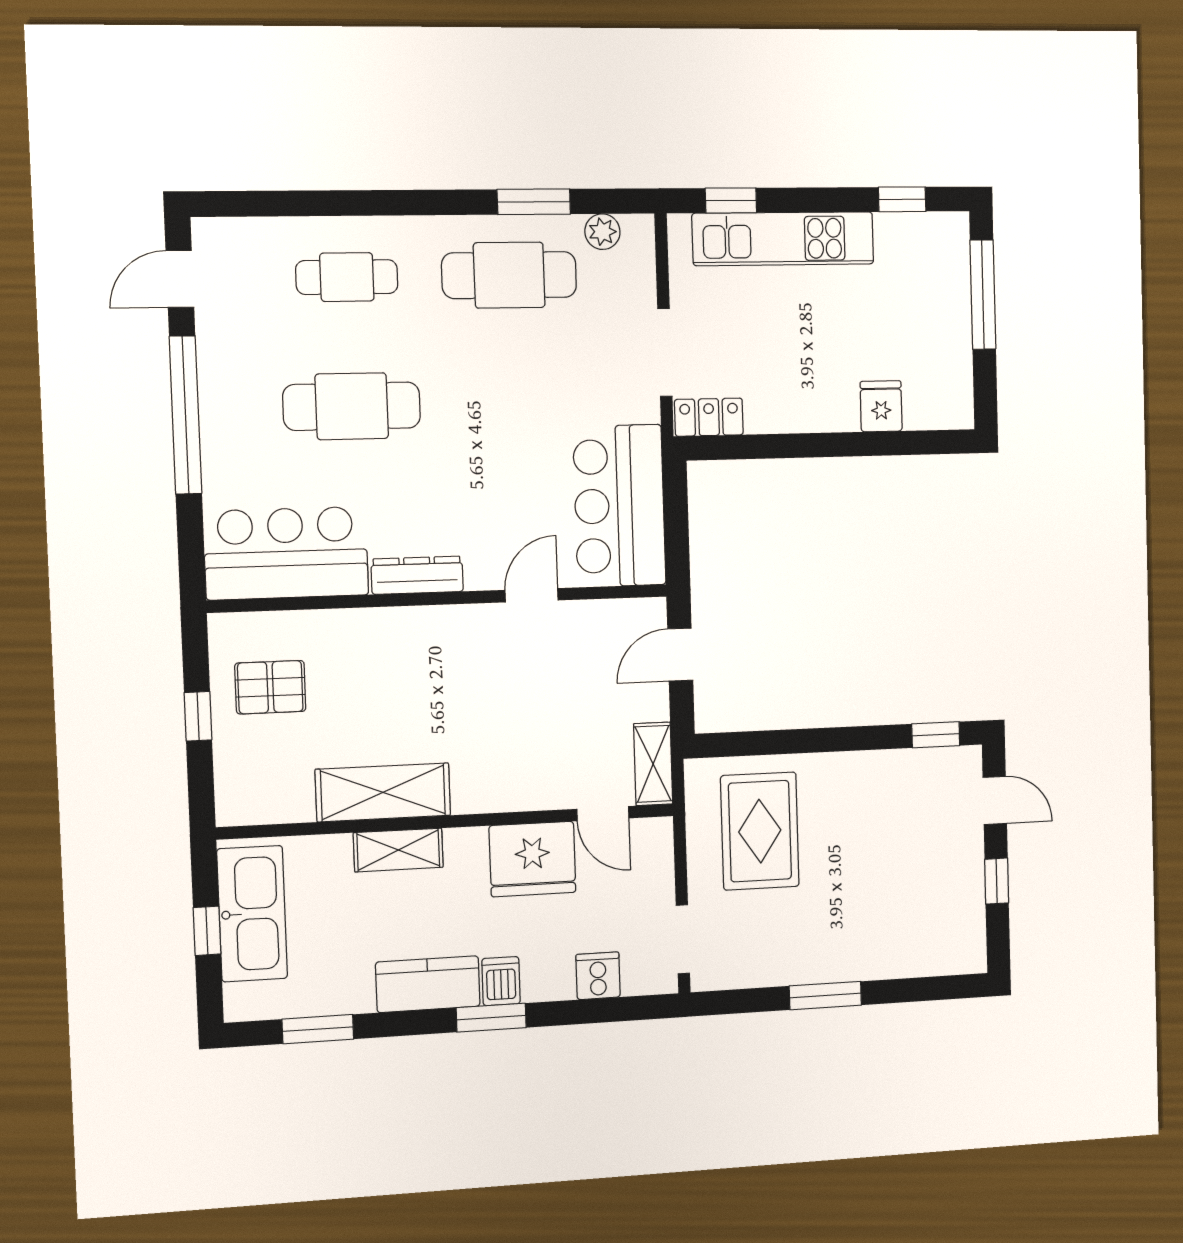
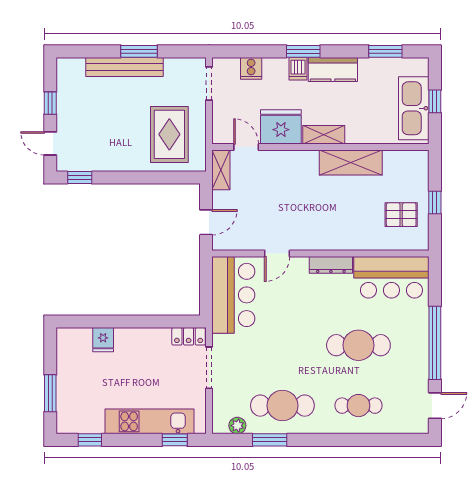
window: (983, 295) -> (50, 393), width x0.69
shelving: (398, 850) -> (324, 135), moved
bench: (853, 962) -> (124, 67), added

